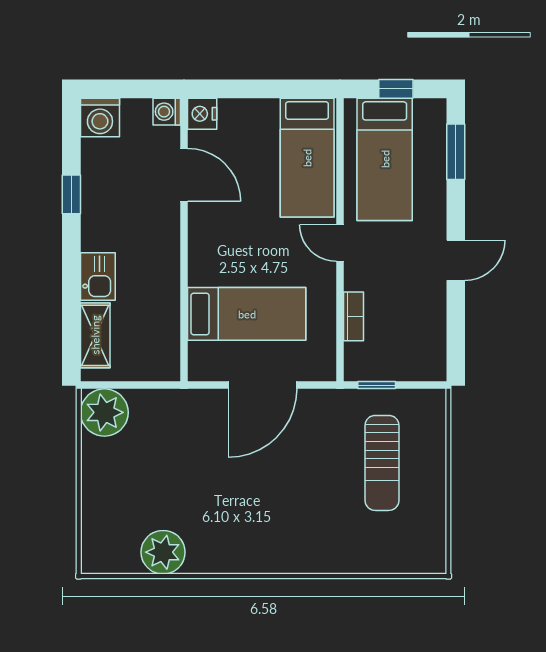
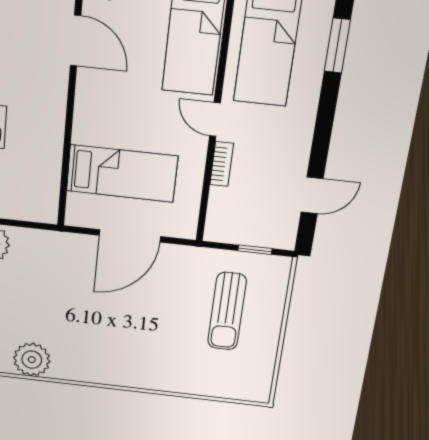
door: (456, 260) -> (312, 195), moved
bookcase: (353, 316) -> (222, 164), moved
window: (377, 385) -> (255, 250), moved

